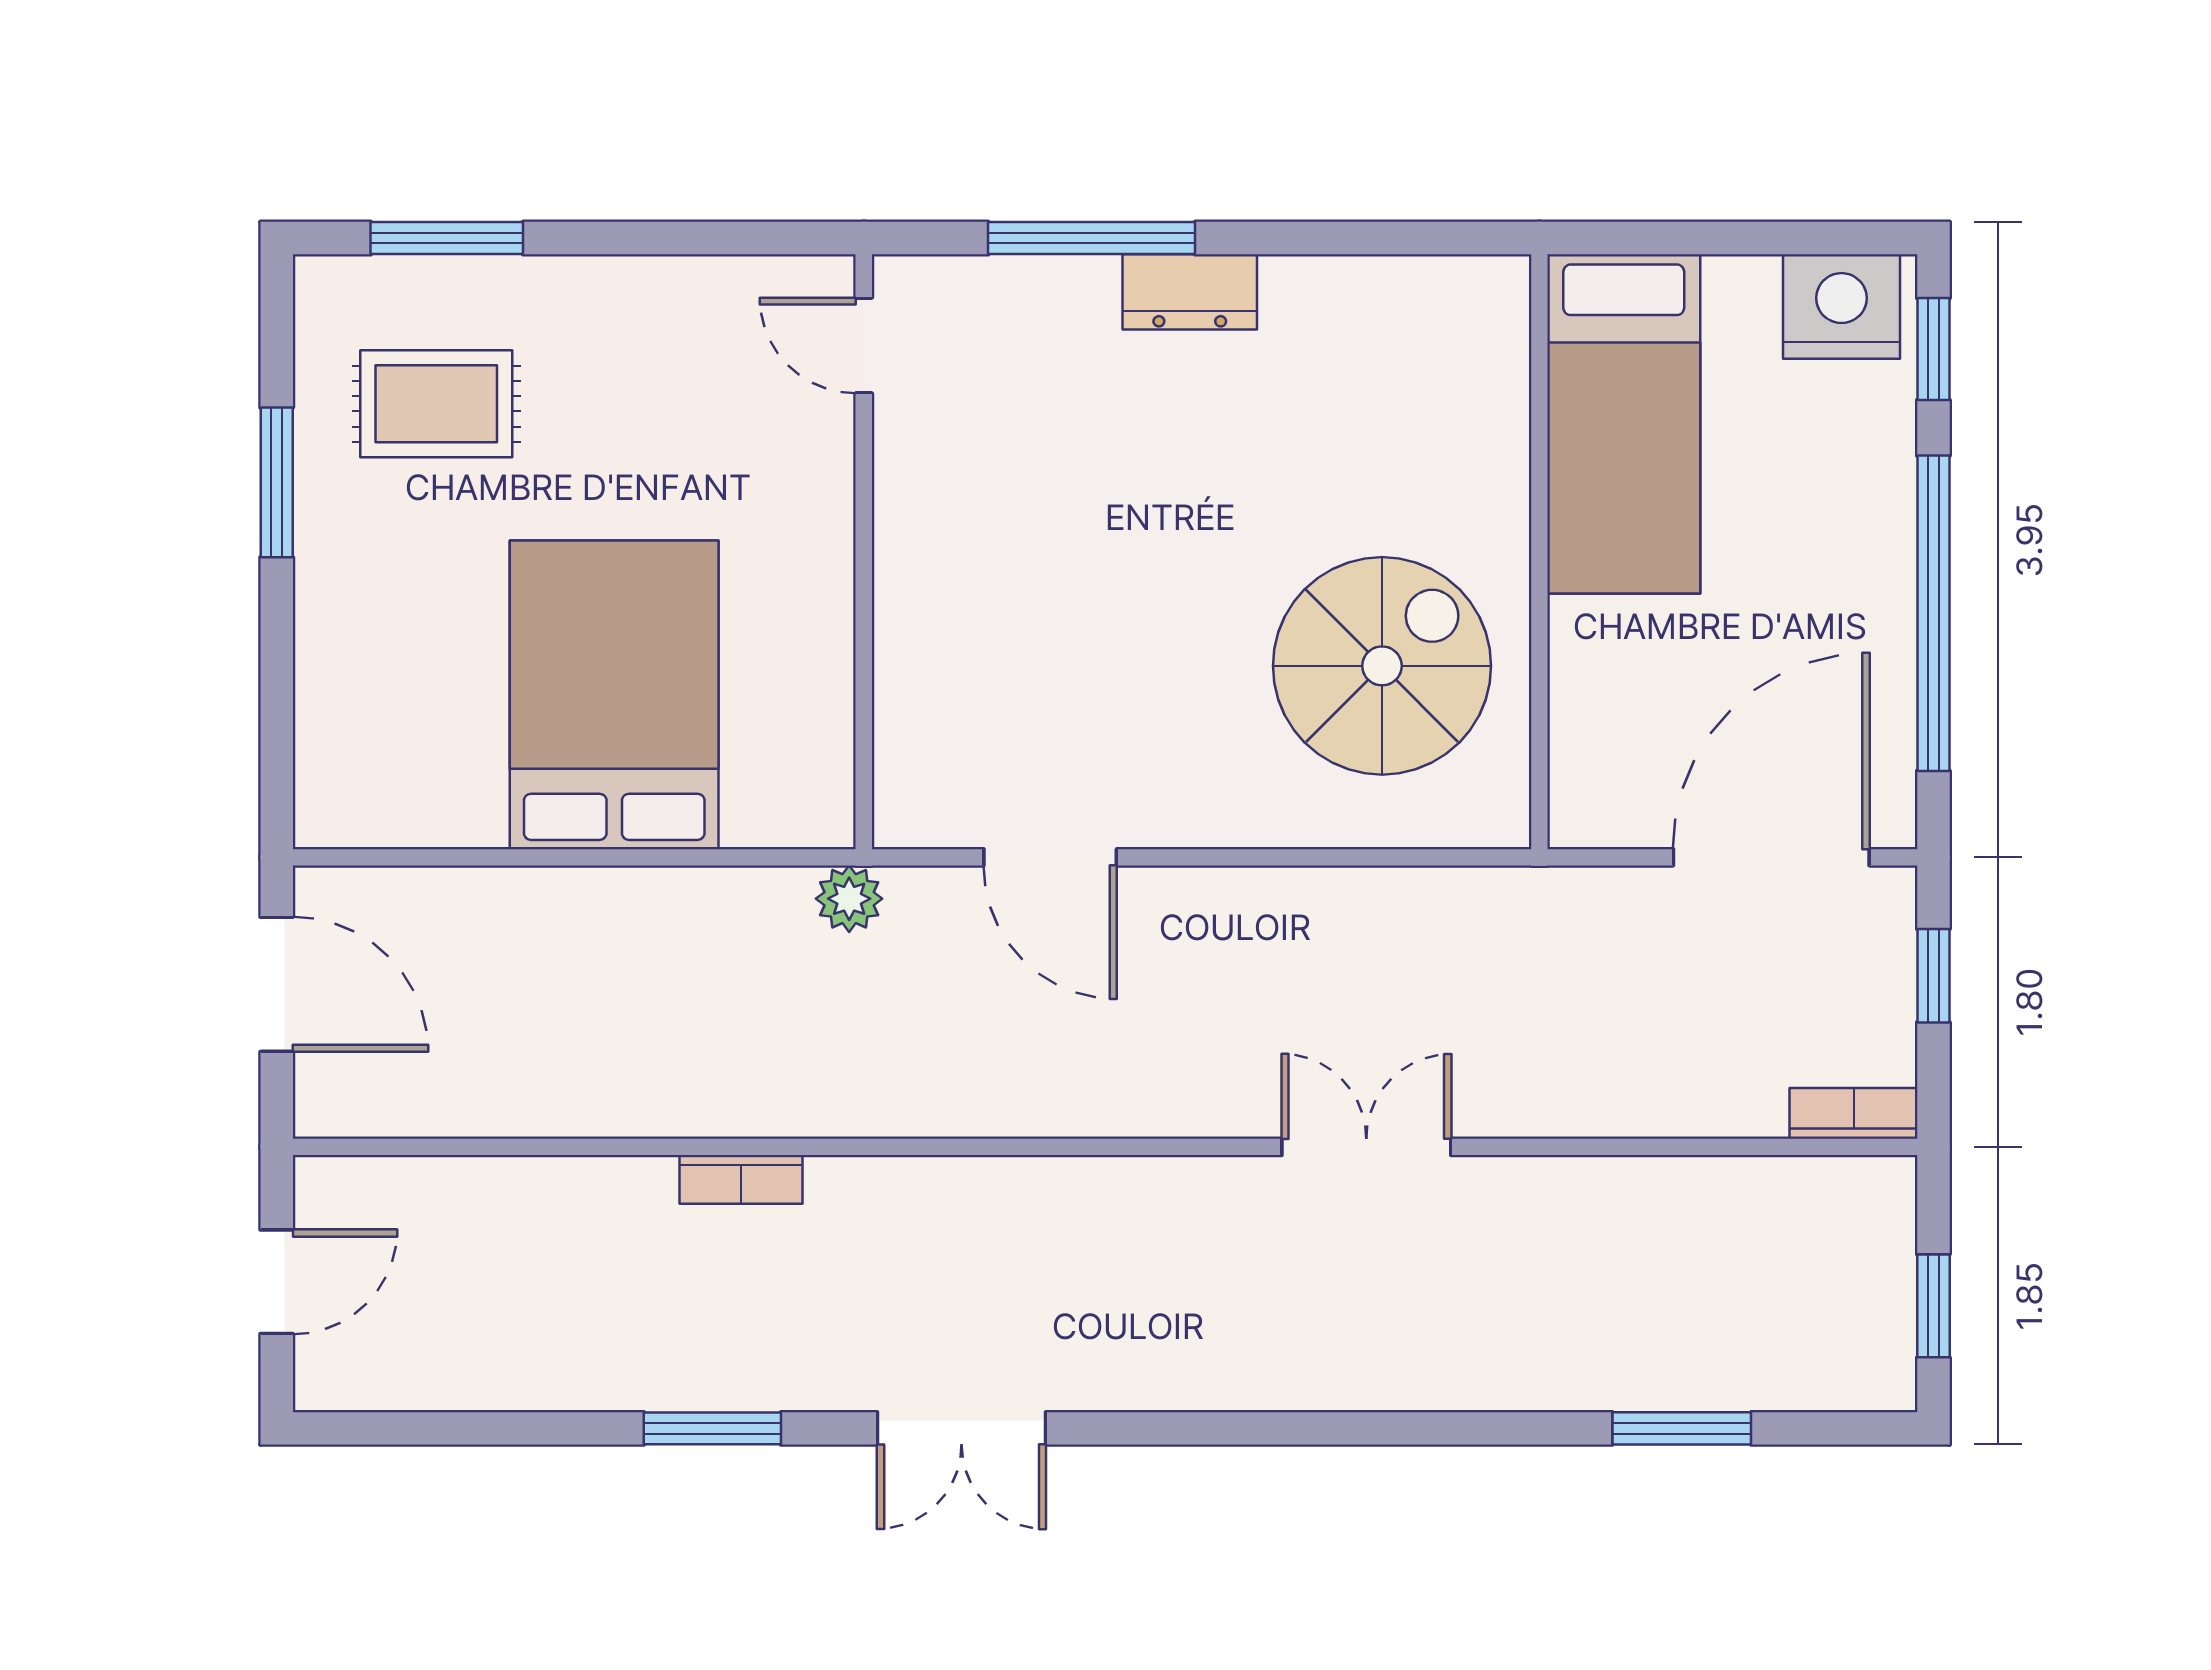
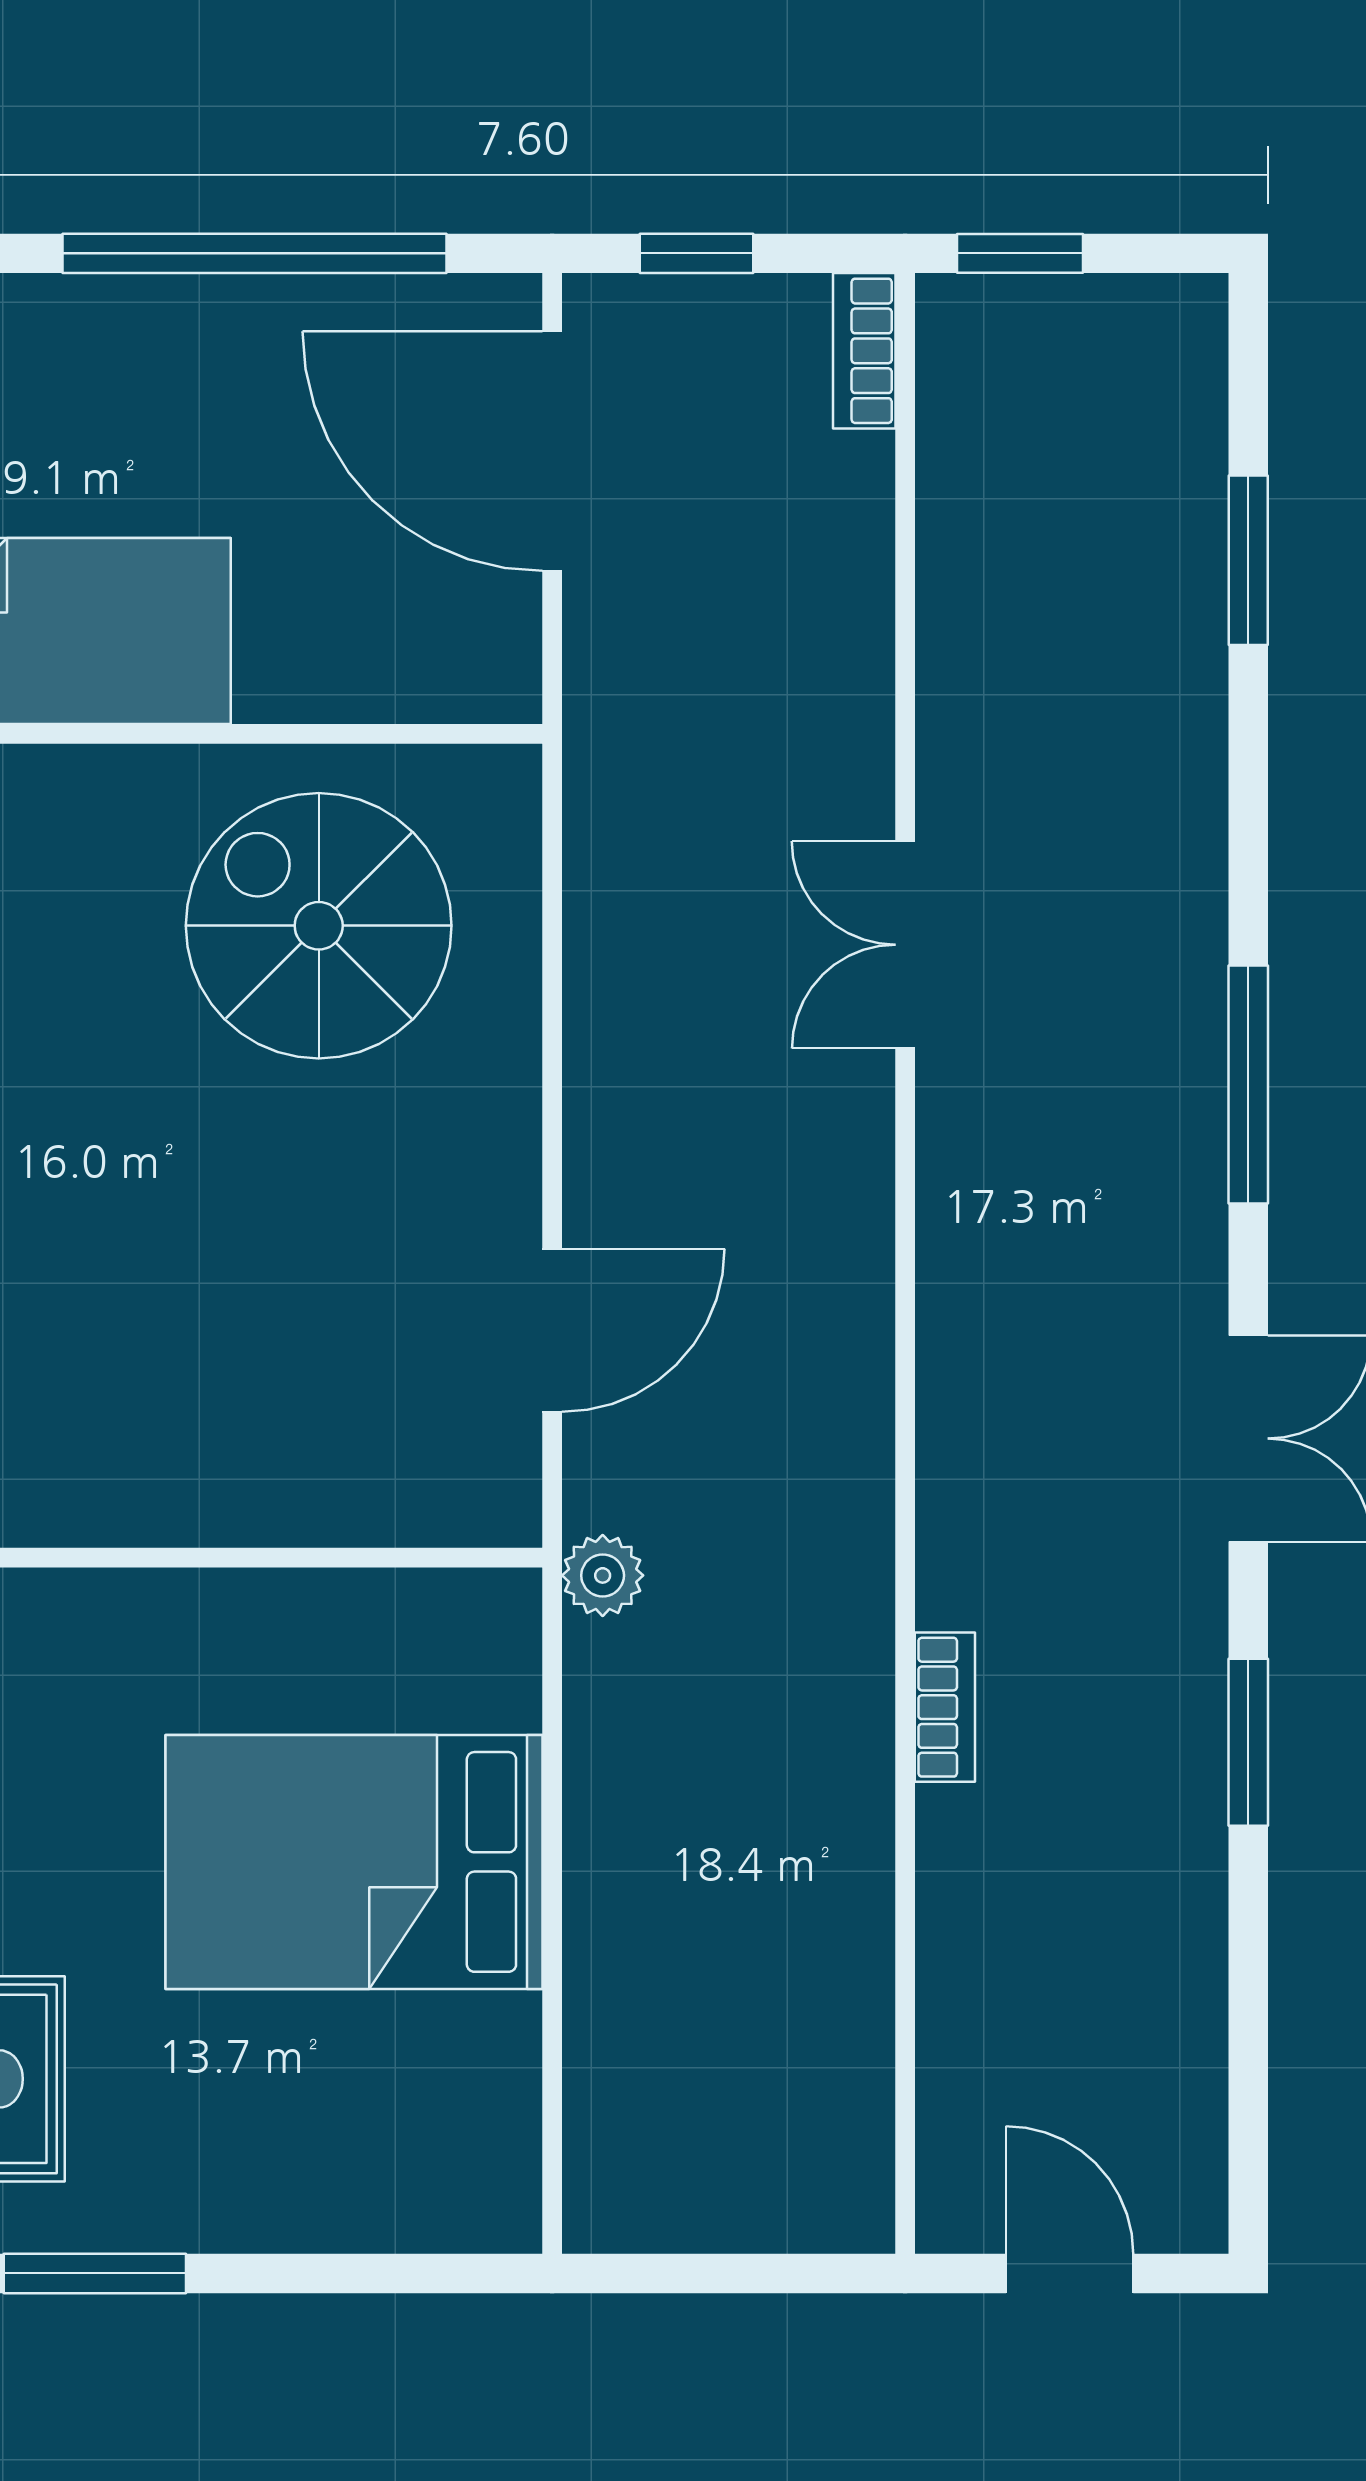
door: (277, 984) -> (707, 2273), removed
window: (1933, 1306) -> (1020, 253), moved
window: (1252, 1428) -> (1248, 1084), added

